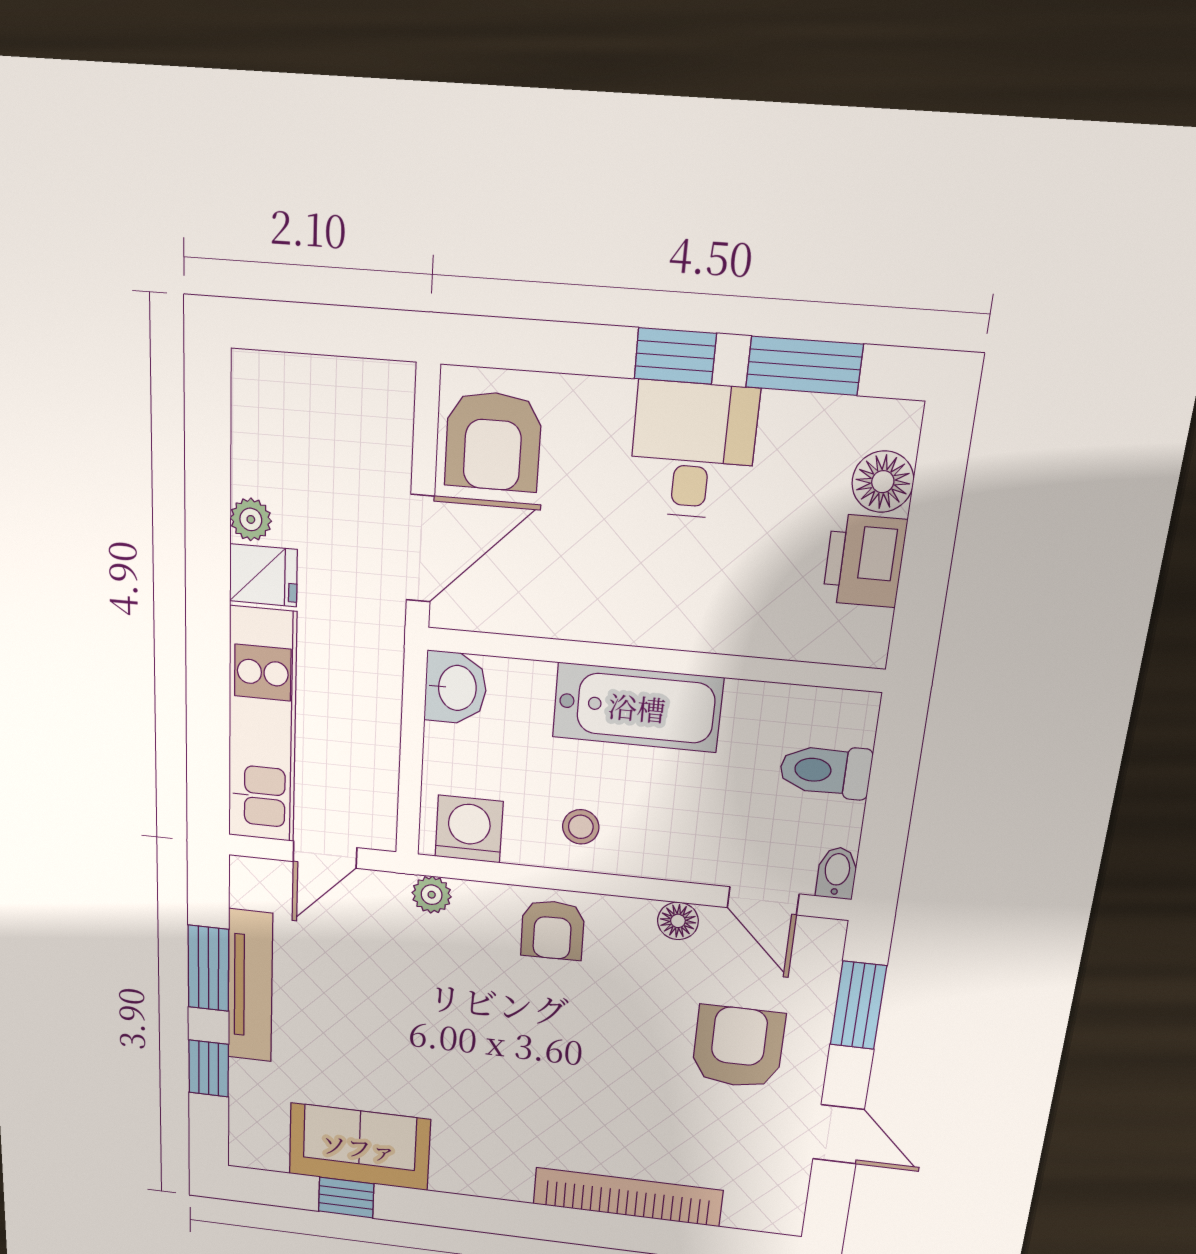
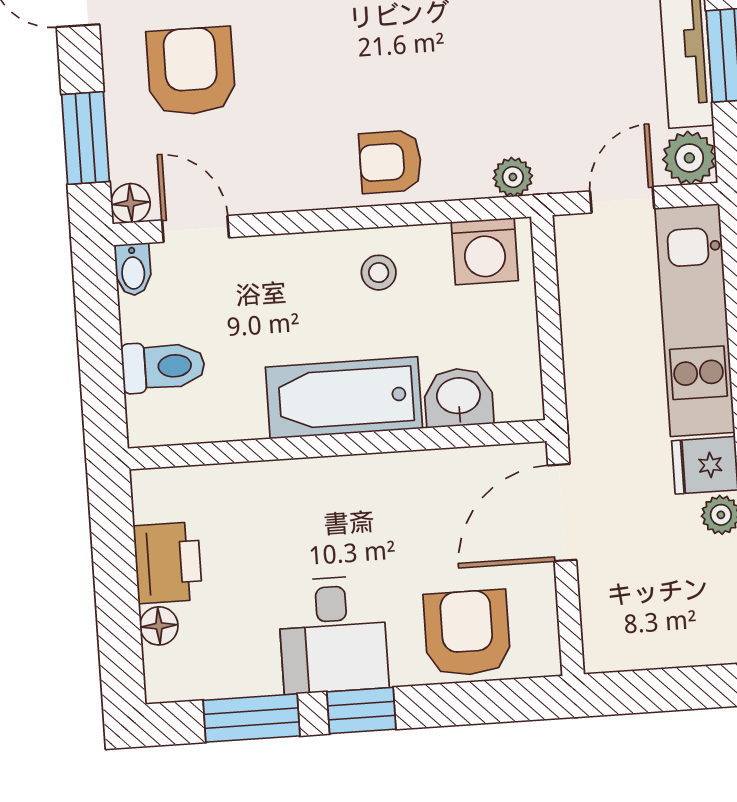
armchair: (493, 441) -> (467, 633), moved
floor lamp: (883, 482) -> (159, 626), width x0.73, depth x0.73
washbasin: (456, 688) -> (459, 397), moved, turned 90
plant: (255, 882) -> (689, 158), added
floor lamp: (678, 921) -> (131, 203), moved
armchair: (553, 930) -> (390, 162), turned -89
armchair: (738, 1047) -> (191, 71), turned 180

